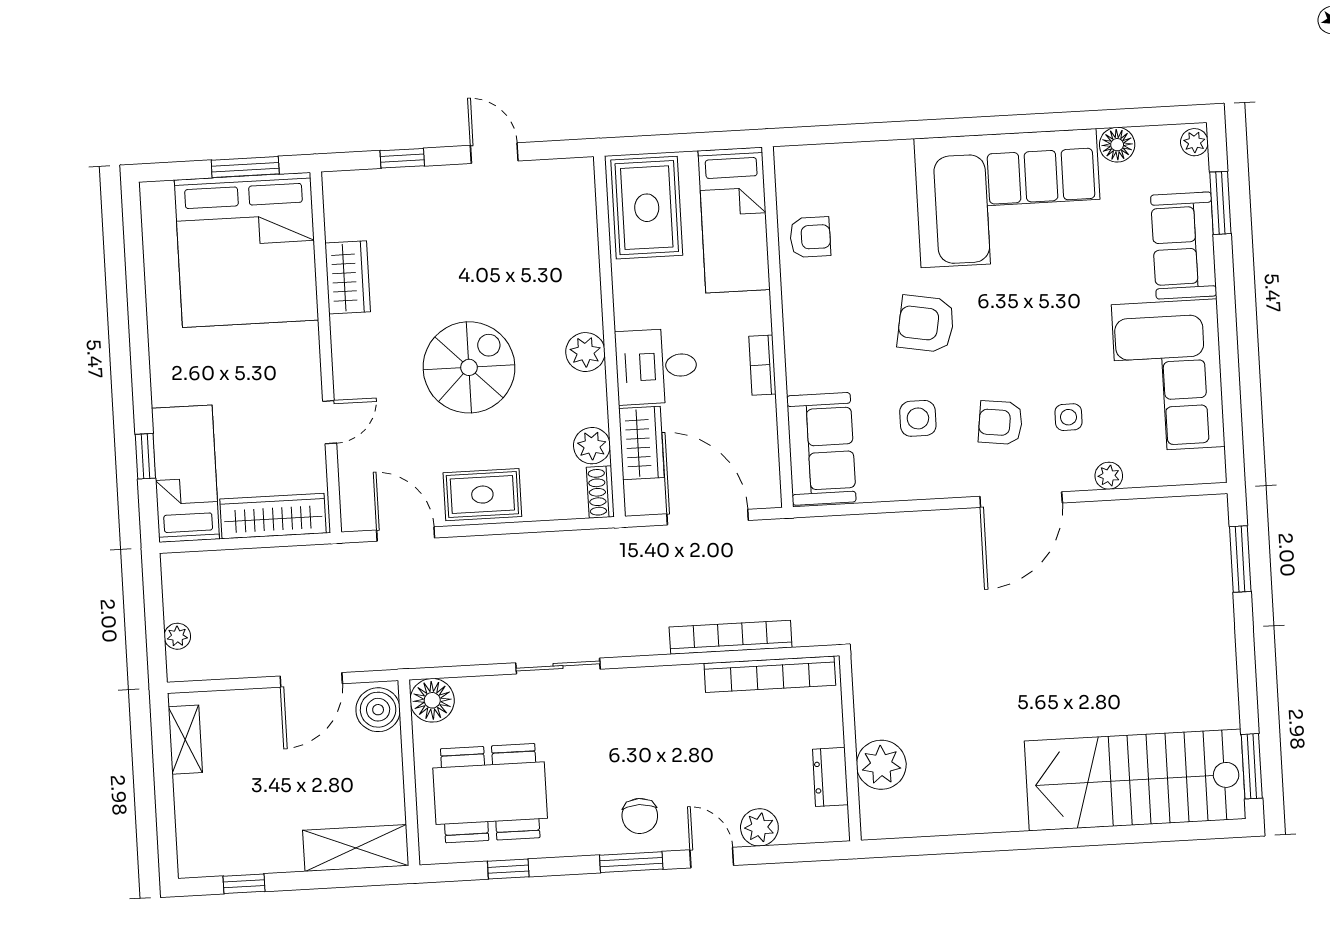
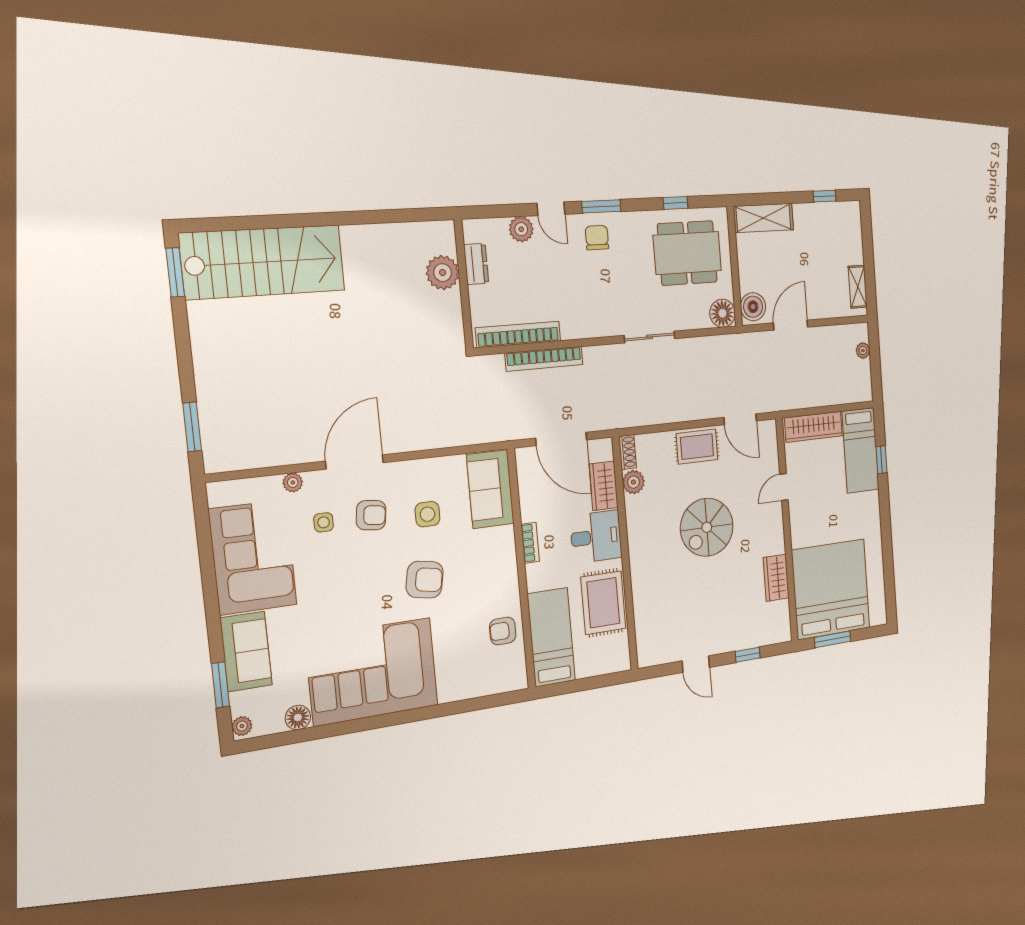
rug: (647, 208) -> (603, 603), moved
plant: (585, 352) -> (639, 543), removed

